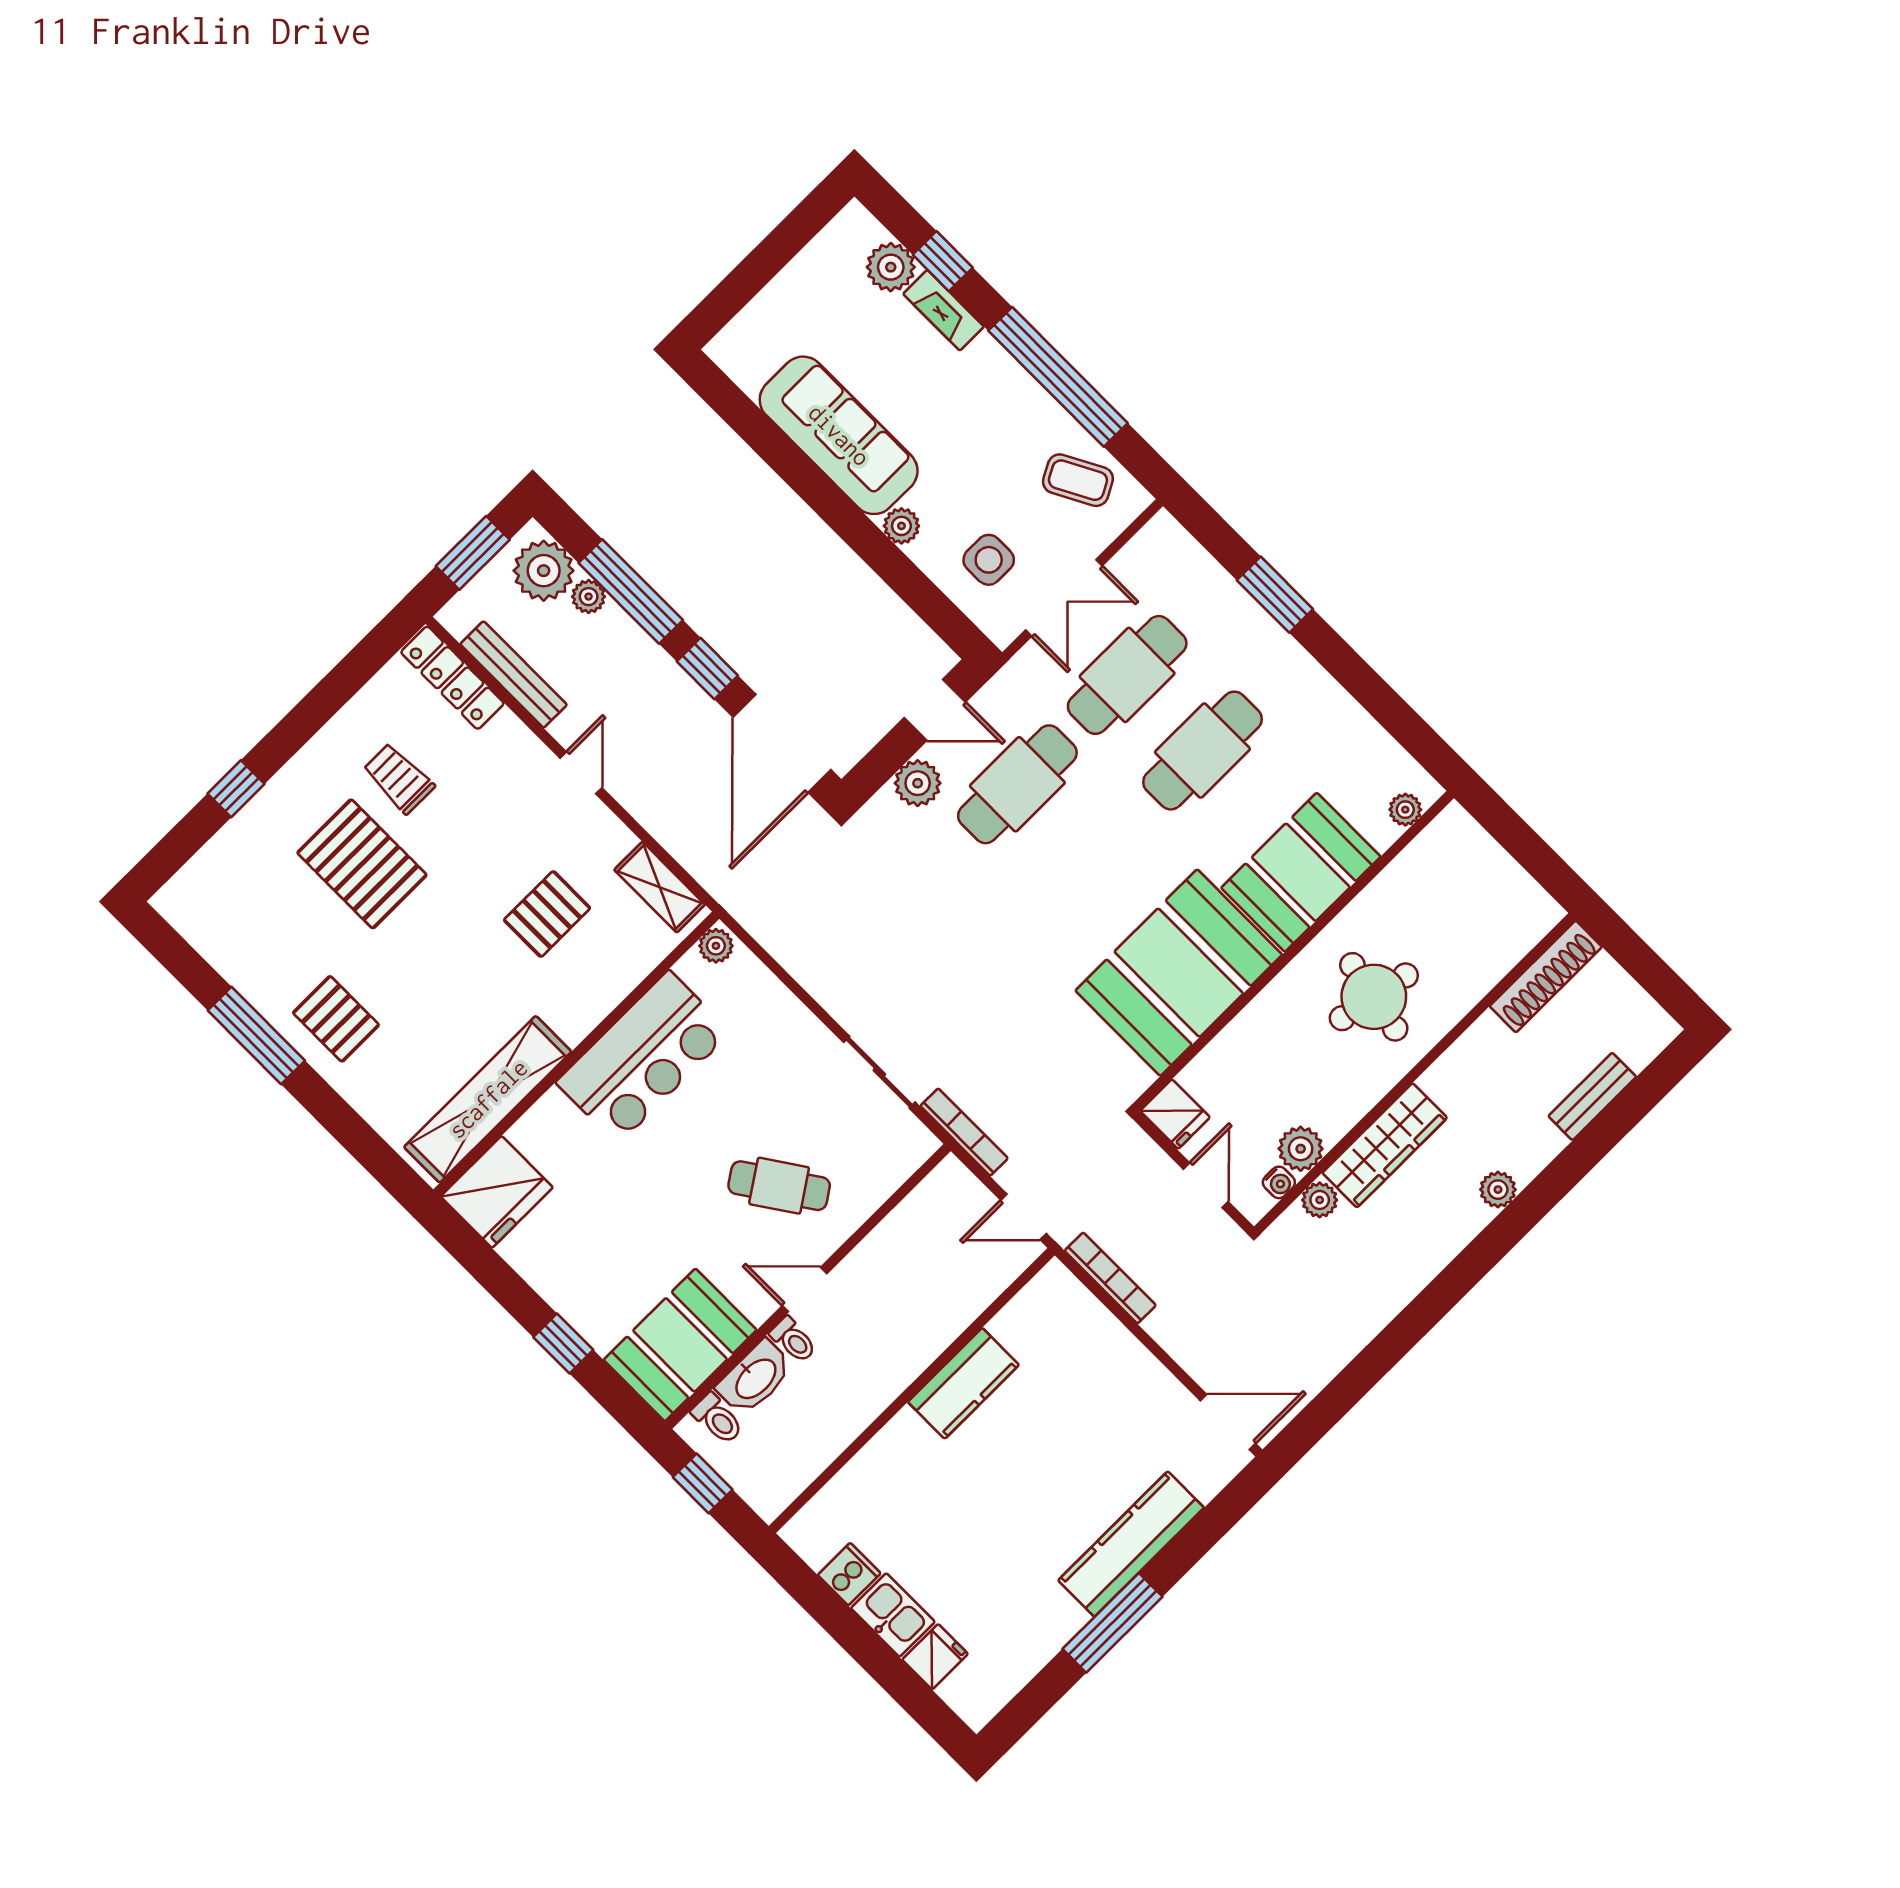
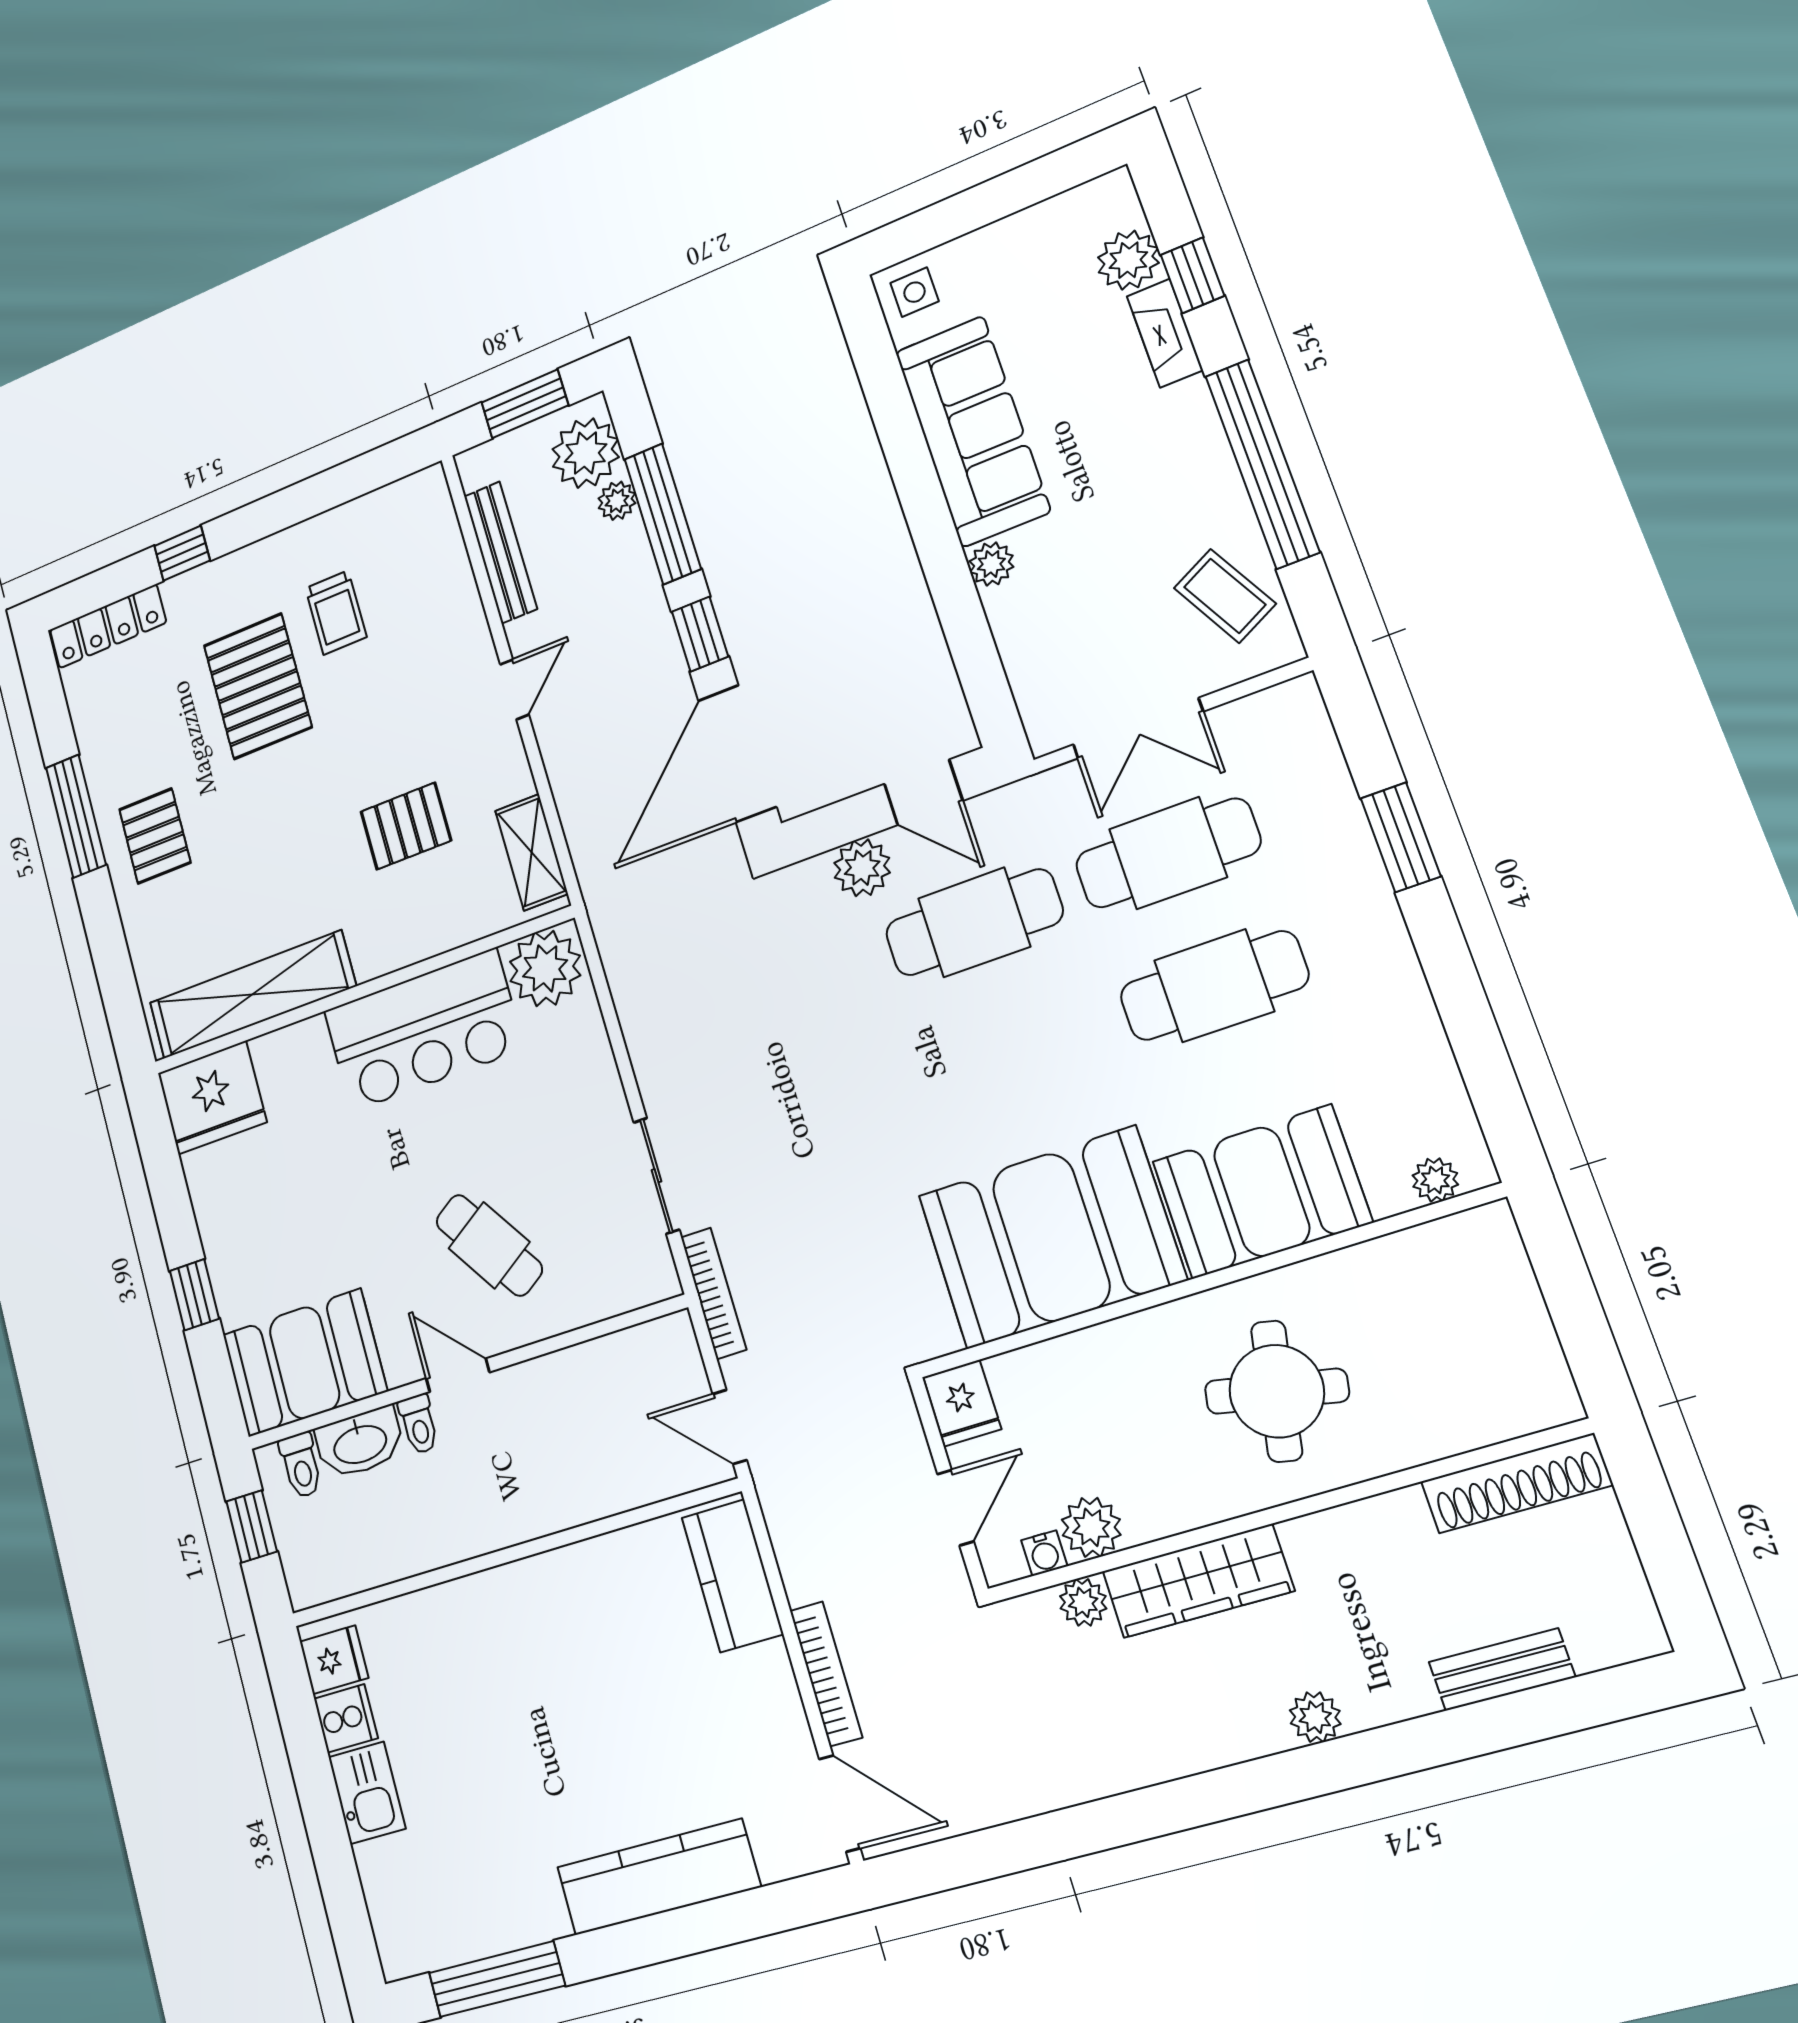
side table: (989, 560) -> (914, 292), moved, width x0.73, depth x0.73
locker: (452, 678) -> (108, 626), moved, turned -90
trolley: (399, 778) -> (336, 613), turned 180
plant: (716, 946) -> (545, 968), width x1.87, depth x1.87
bookcase: (1110, 1278) -> (826, 1674), moved
kitchen counter: (963, 1383) -> (732, 1576), moved, turned 90
window: (1112, 1623) -> (497, 1979), moved
fridge: (935, 1657) -> (334, 1660), moved

